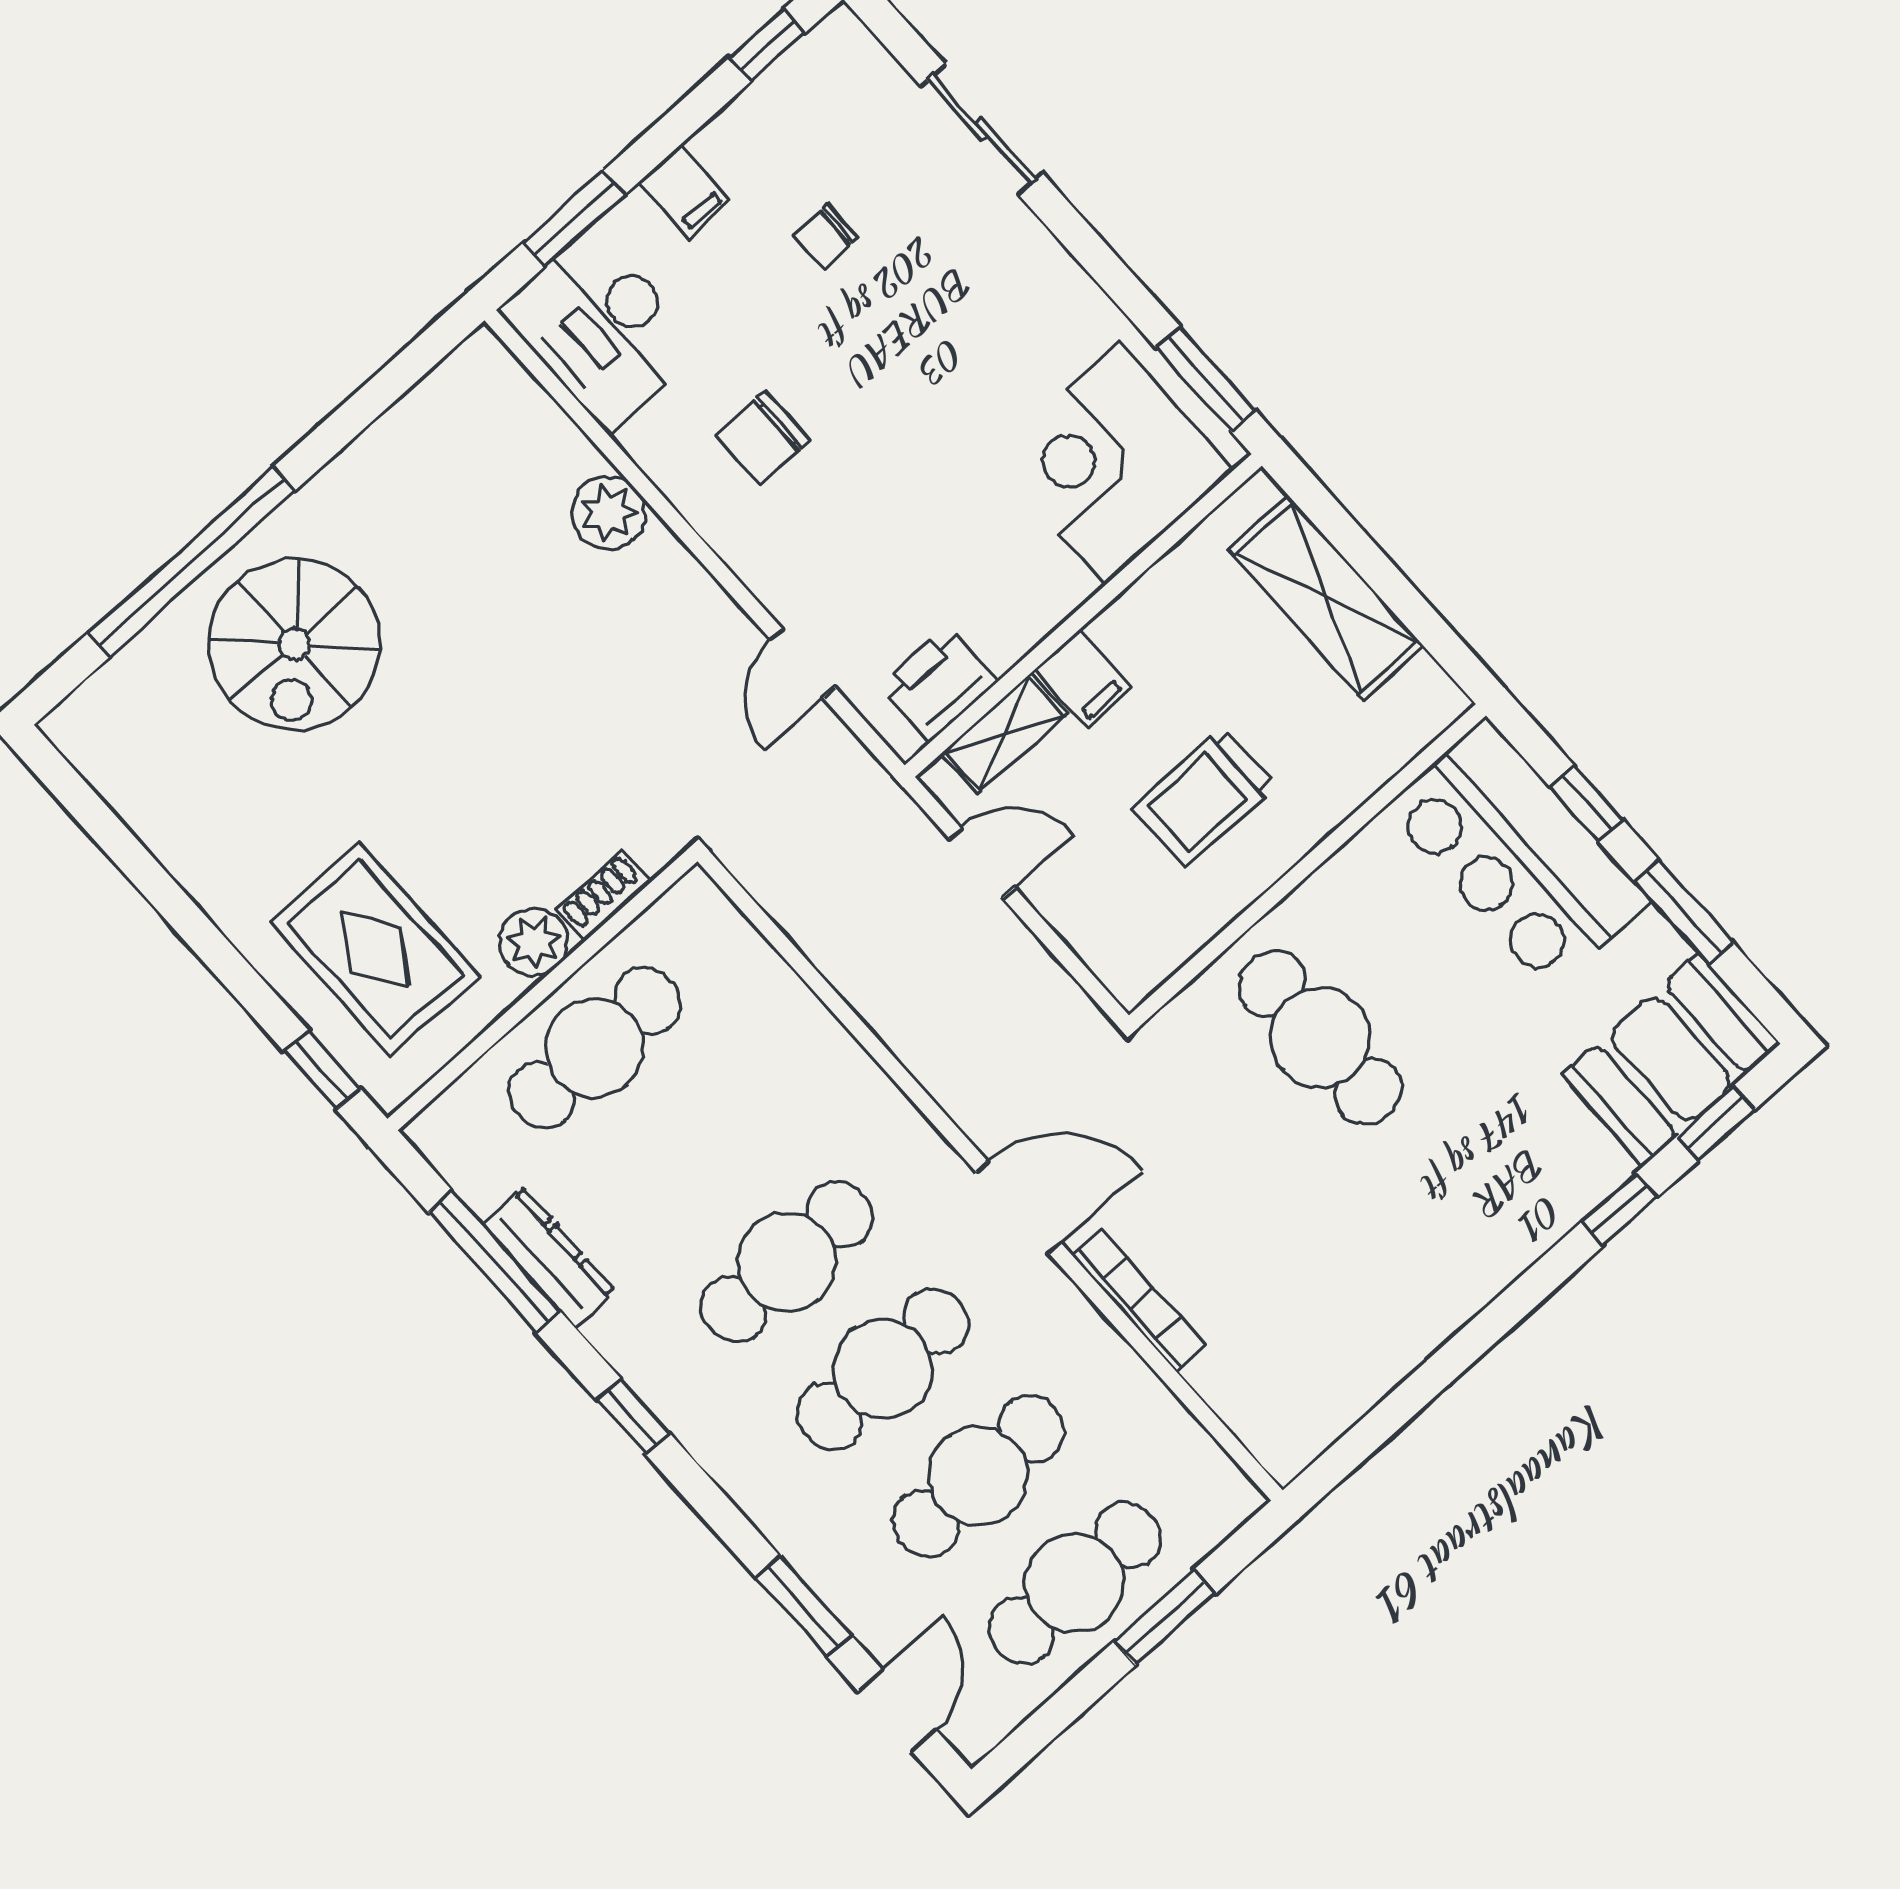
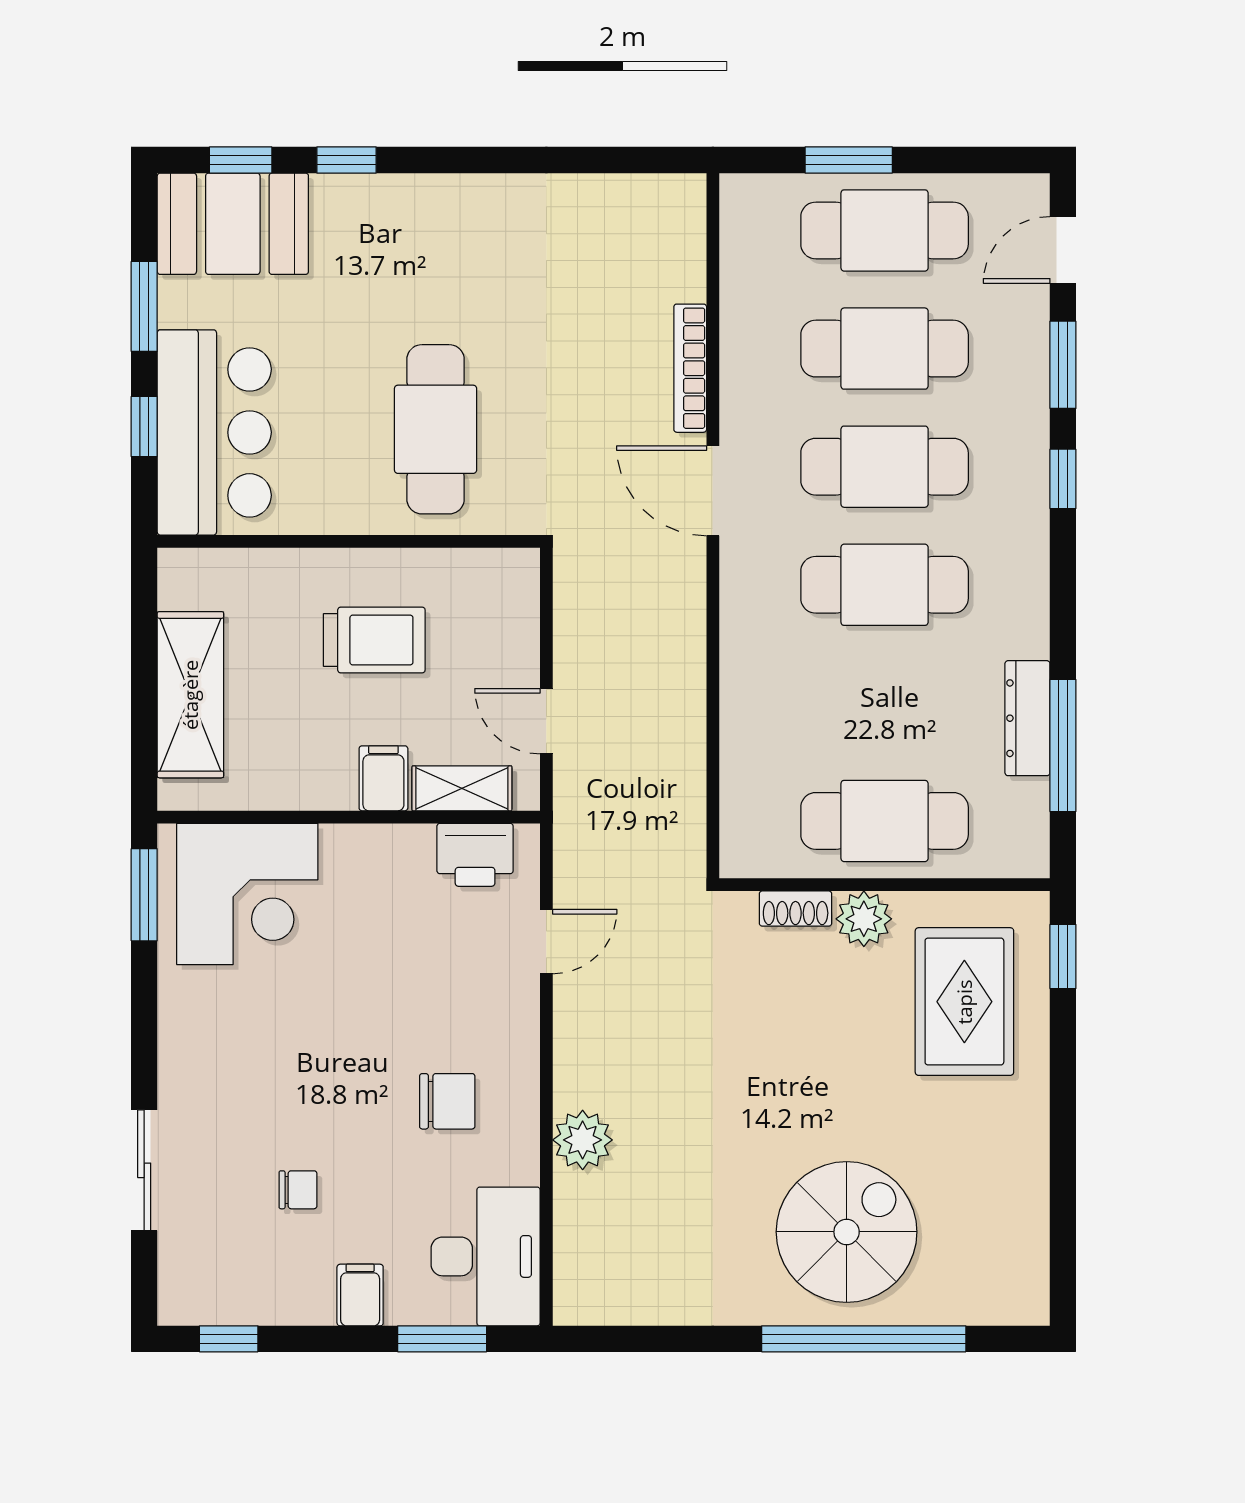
window: (633, 1416) -> (1063, 479), moved

